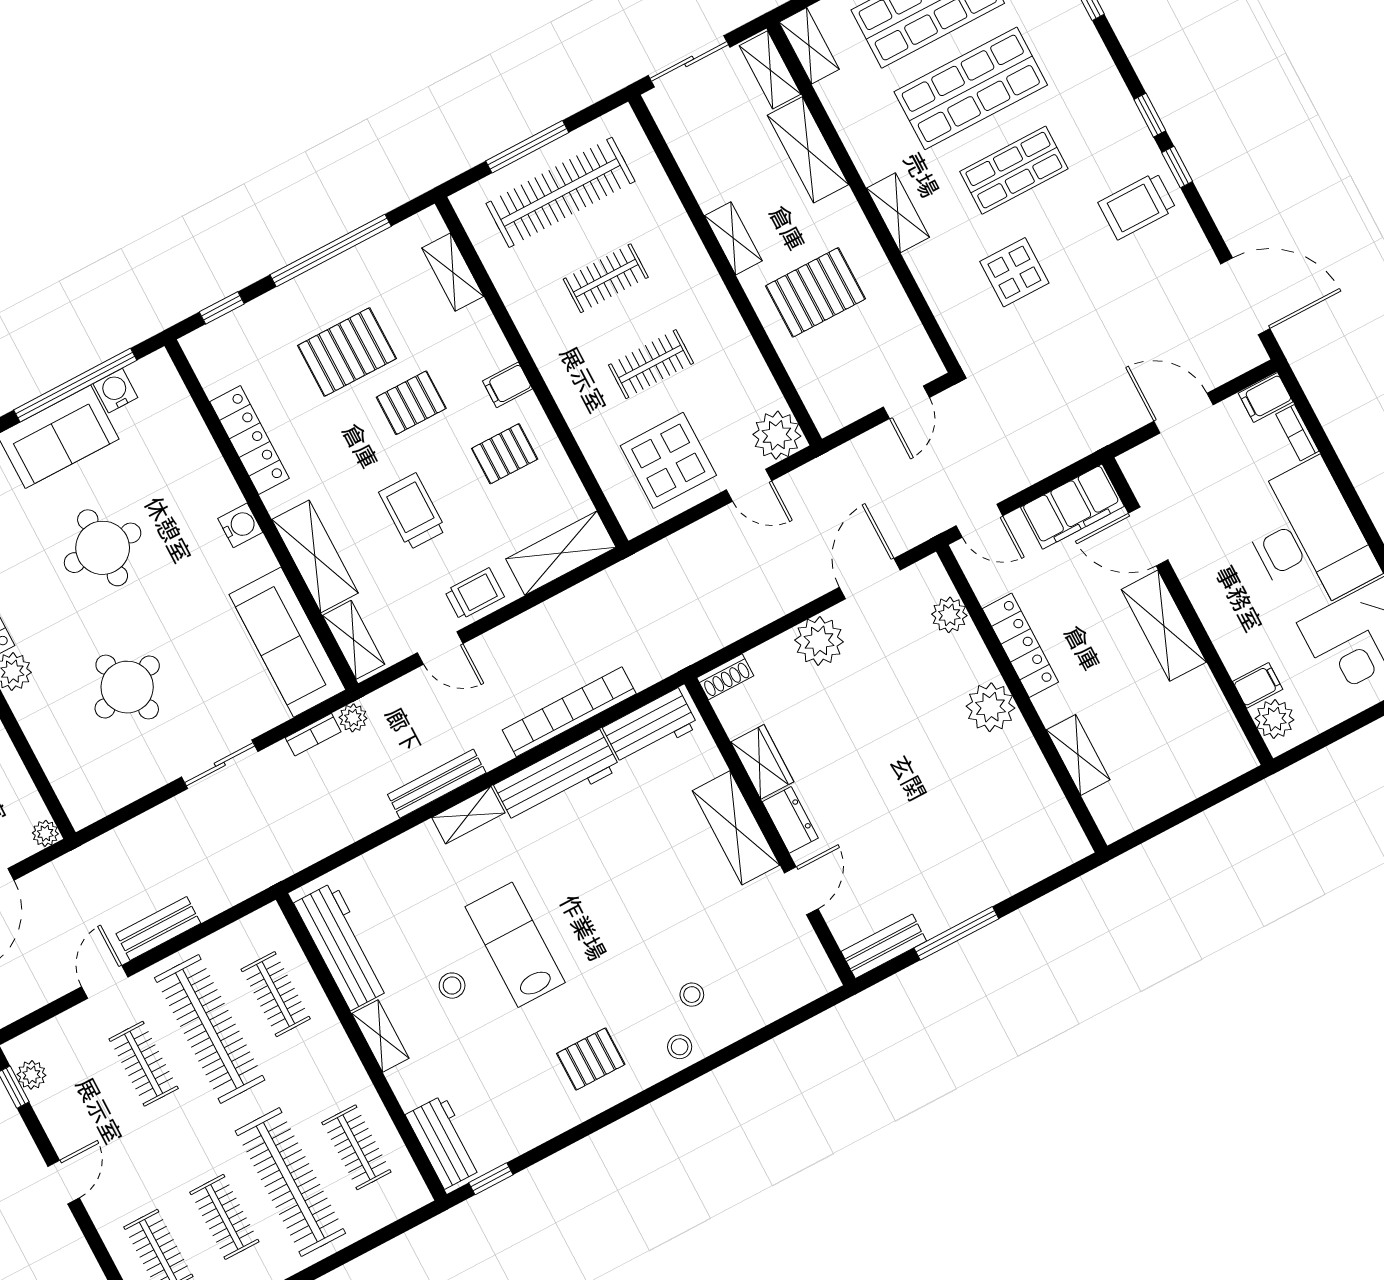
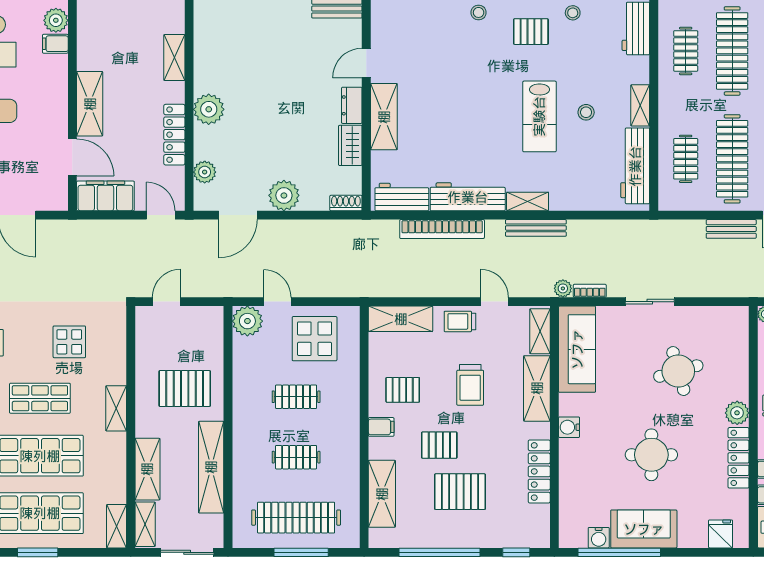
shelving: (733, 238) -> (211, 467), width x2.20, depth x1.33
shelving: (453, 272) -> (382, 494), width x1.50, depth x1.33
stool: (692, 995) -> (573, 13), moved

